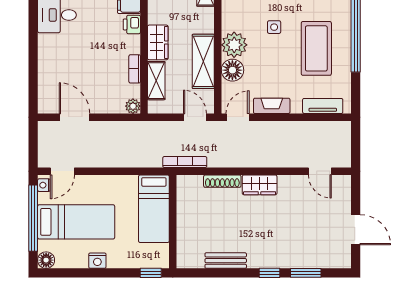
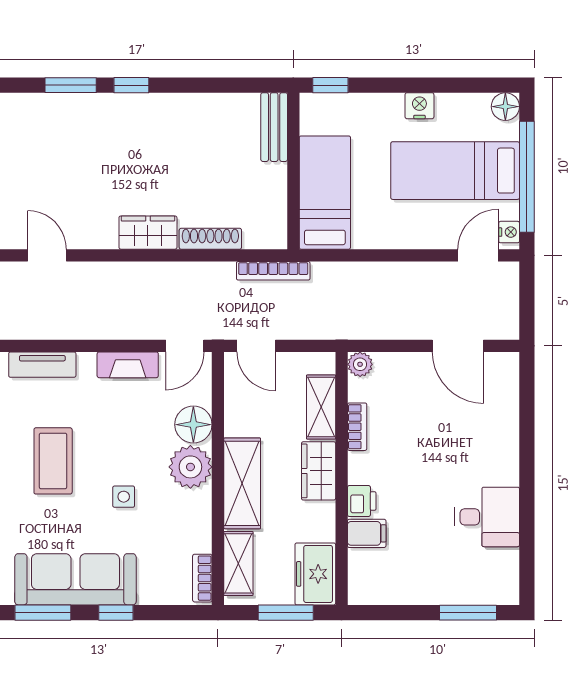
coffee table: (316, 48) -> (53, 461), width x0.73, depth x0.76
shelving: (203, 61) -> (242, 483), moved
bench: (226, 261) -> (274, 127), moved, turned 90

